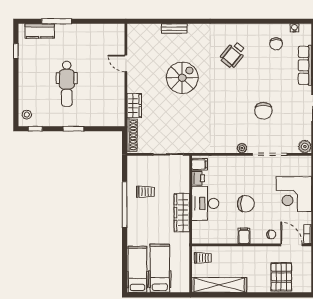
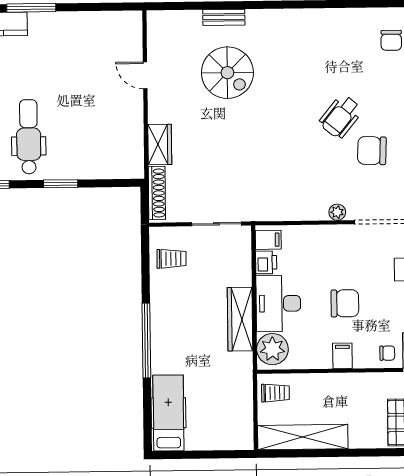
wheelchair: (233, 55) -> (341, 117), moved
spiral stairs: (182, 78) -> (227, 73), moved, turned 90
dental chair: (67, 84) -> (29, 137), moved, turned 180
chair: (263, 111) -> (372, 151), turned 92
trolley: (145, 192) -> (171, 259), moved
window: (125, 205) -> (146, 341), moved
plant: (201, 231) -> (272, 349), added
hospital bed: (160, 268) -> (205, 411), removed

